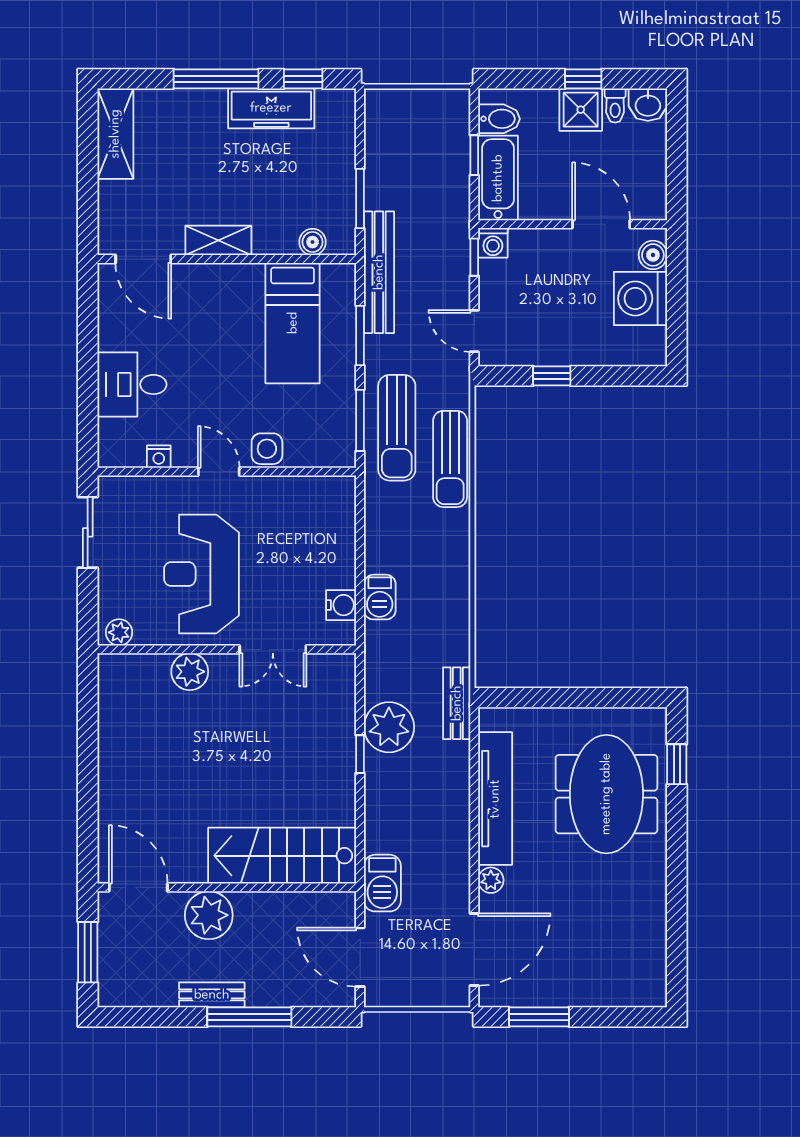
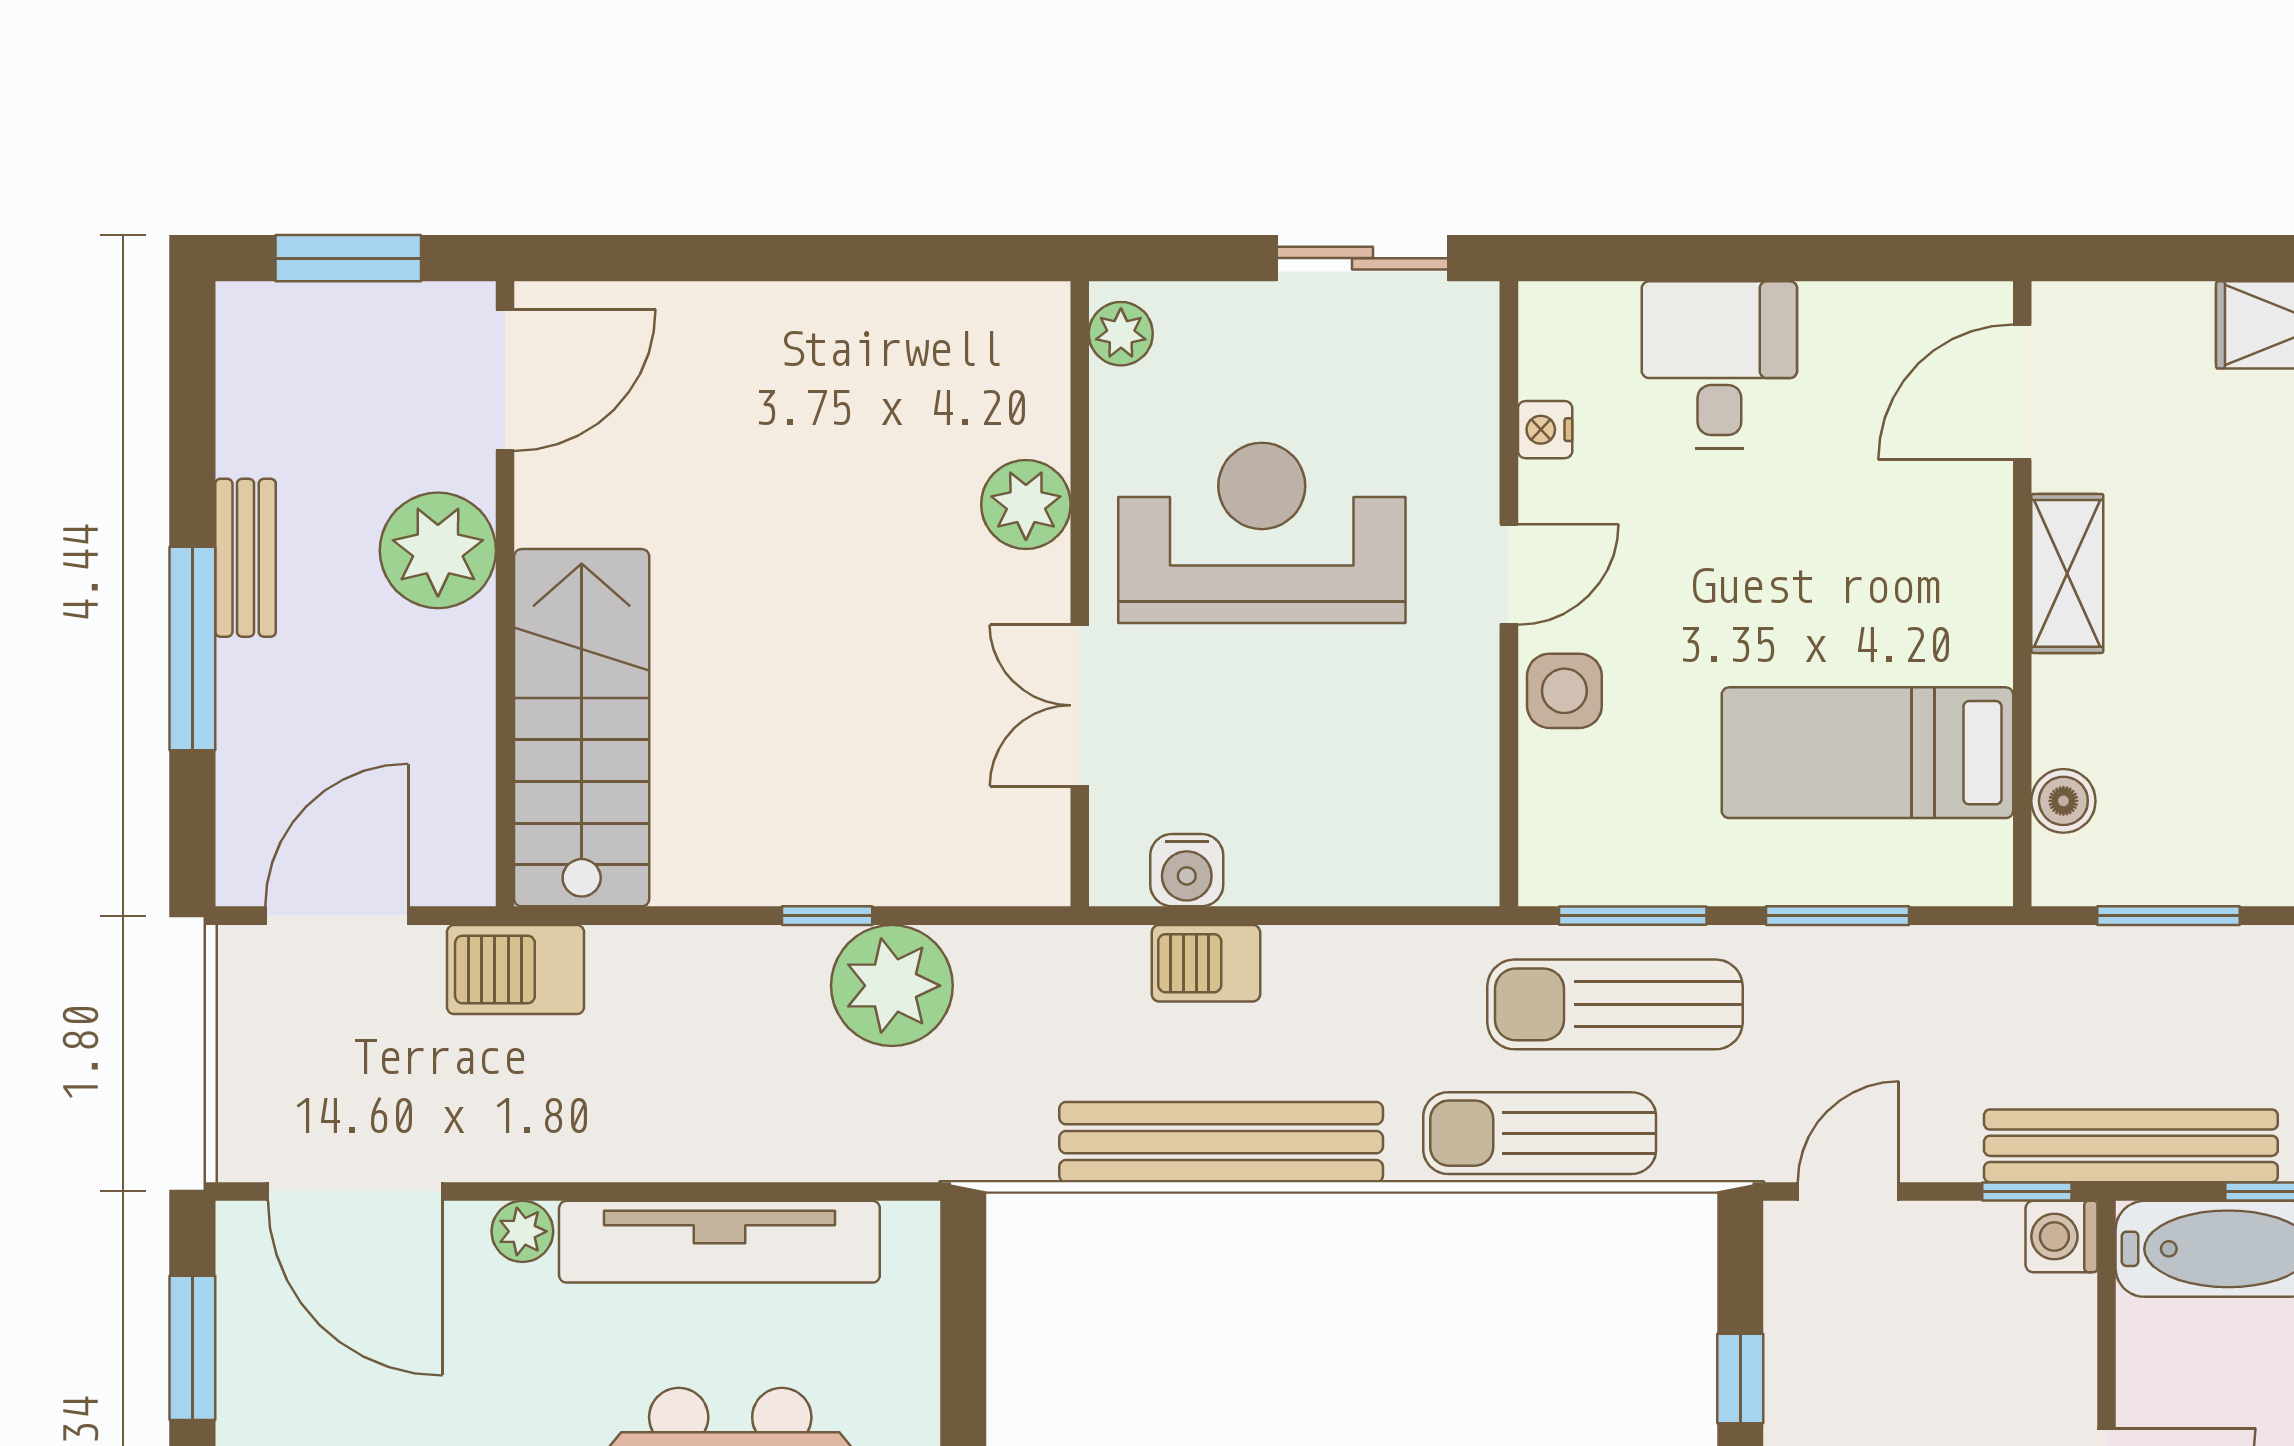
bench: (379, 272) -> (2131, 1146), moved
bench: (457, 703) -> (1221, 1142), moved, width x1.86, depth x1.21

